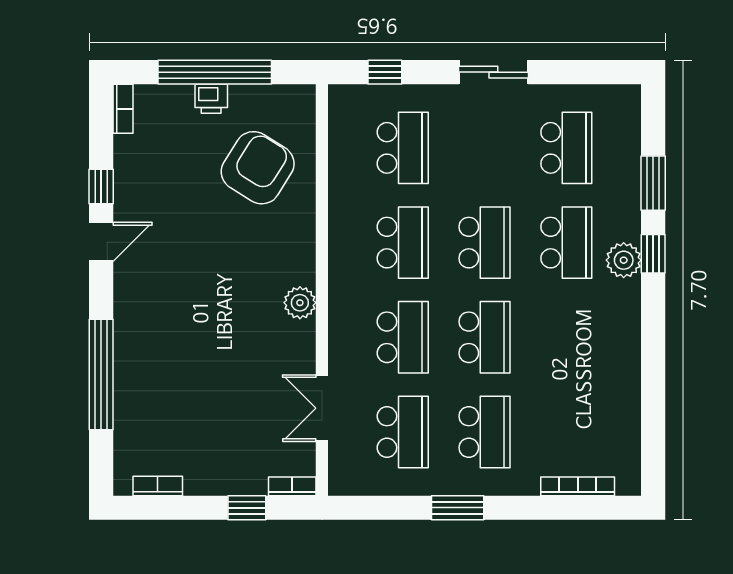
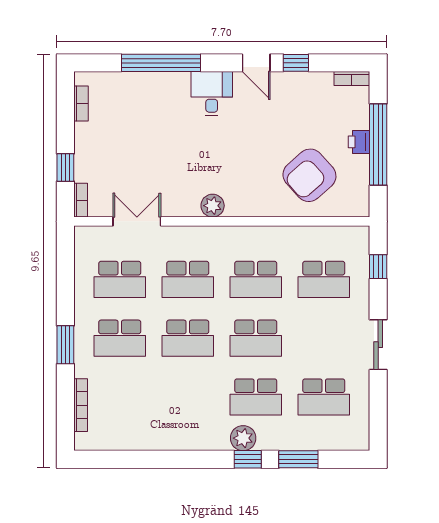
armchair: (258, 168) -> (309, 175), turned 106
desk: (144, 304) -> (212, 94), added
window: (458, 508) -> (65, 345), moved

